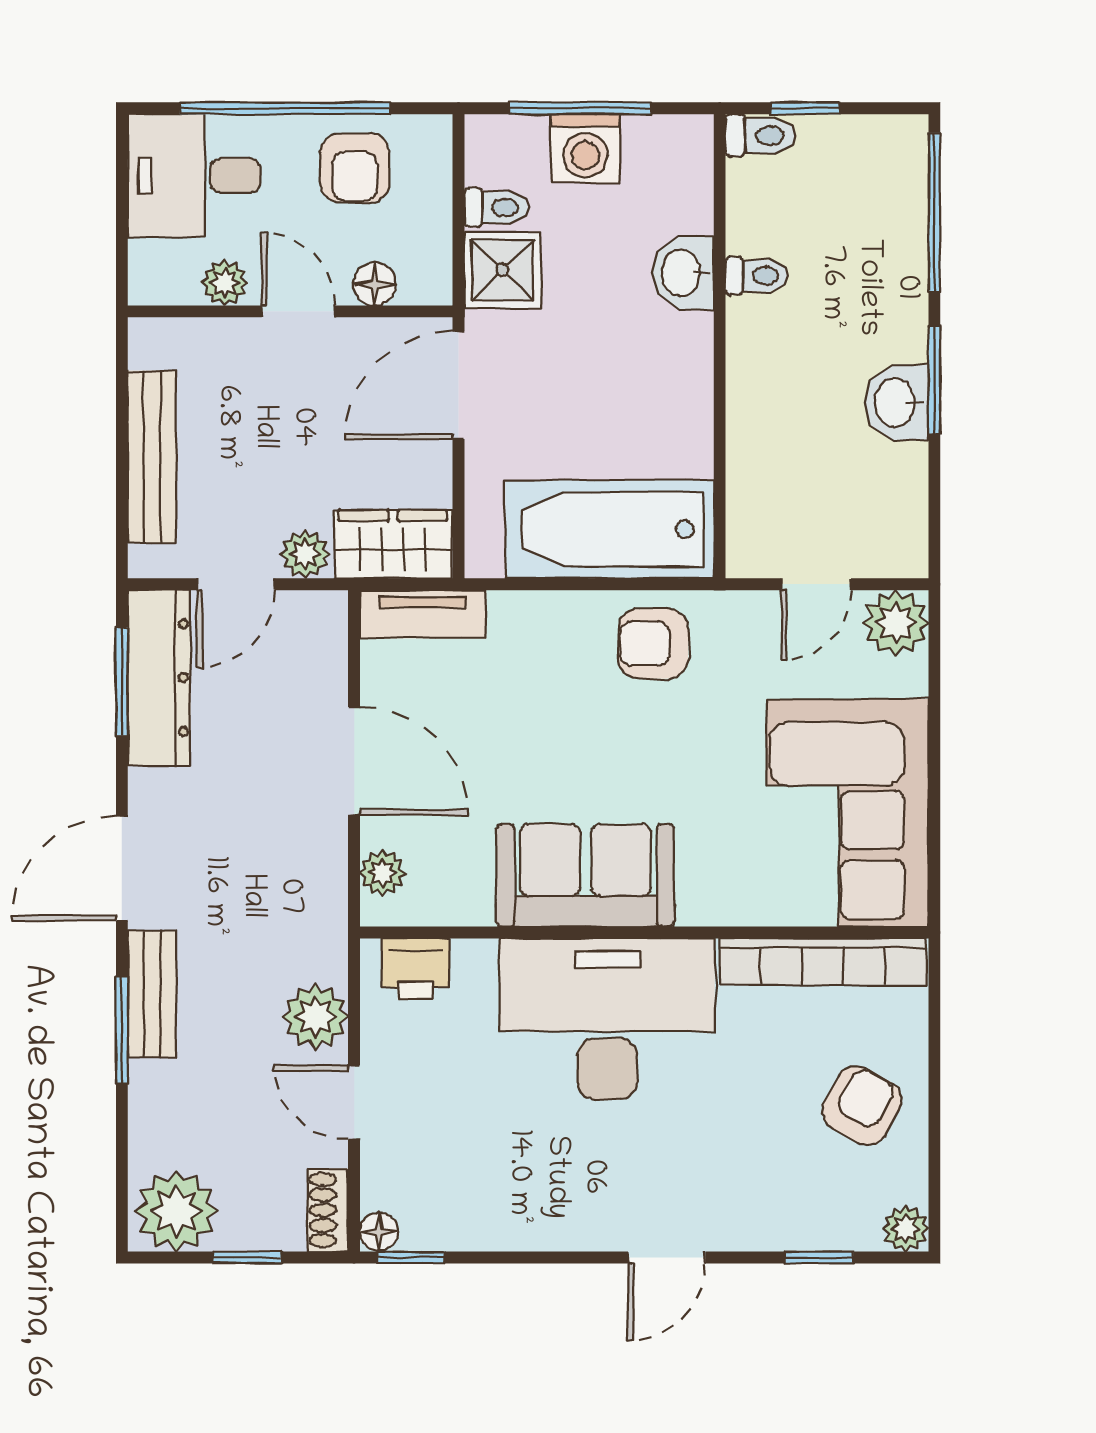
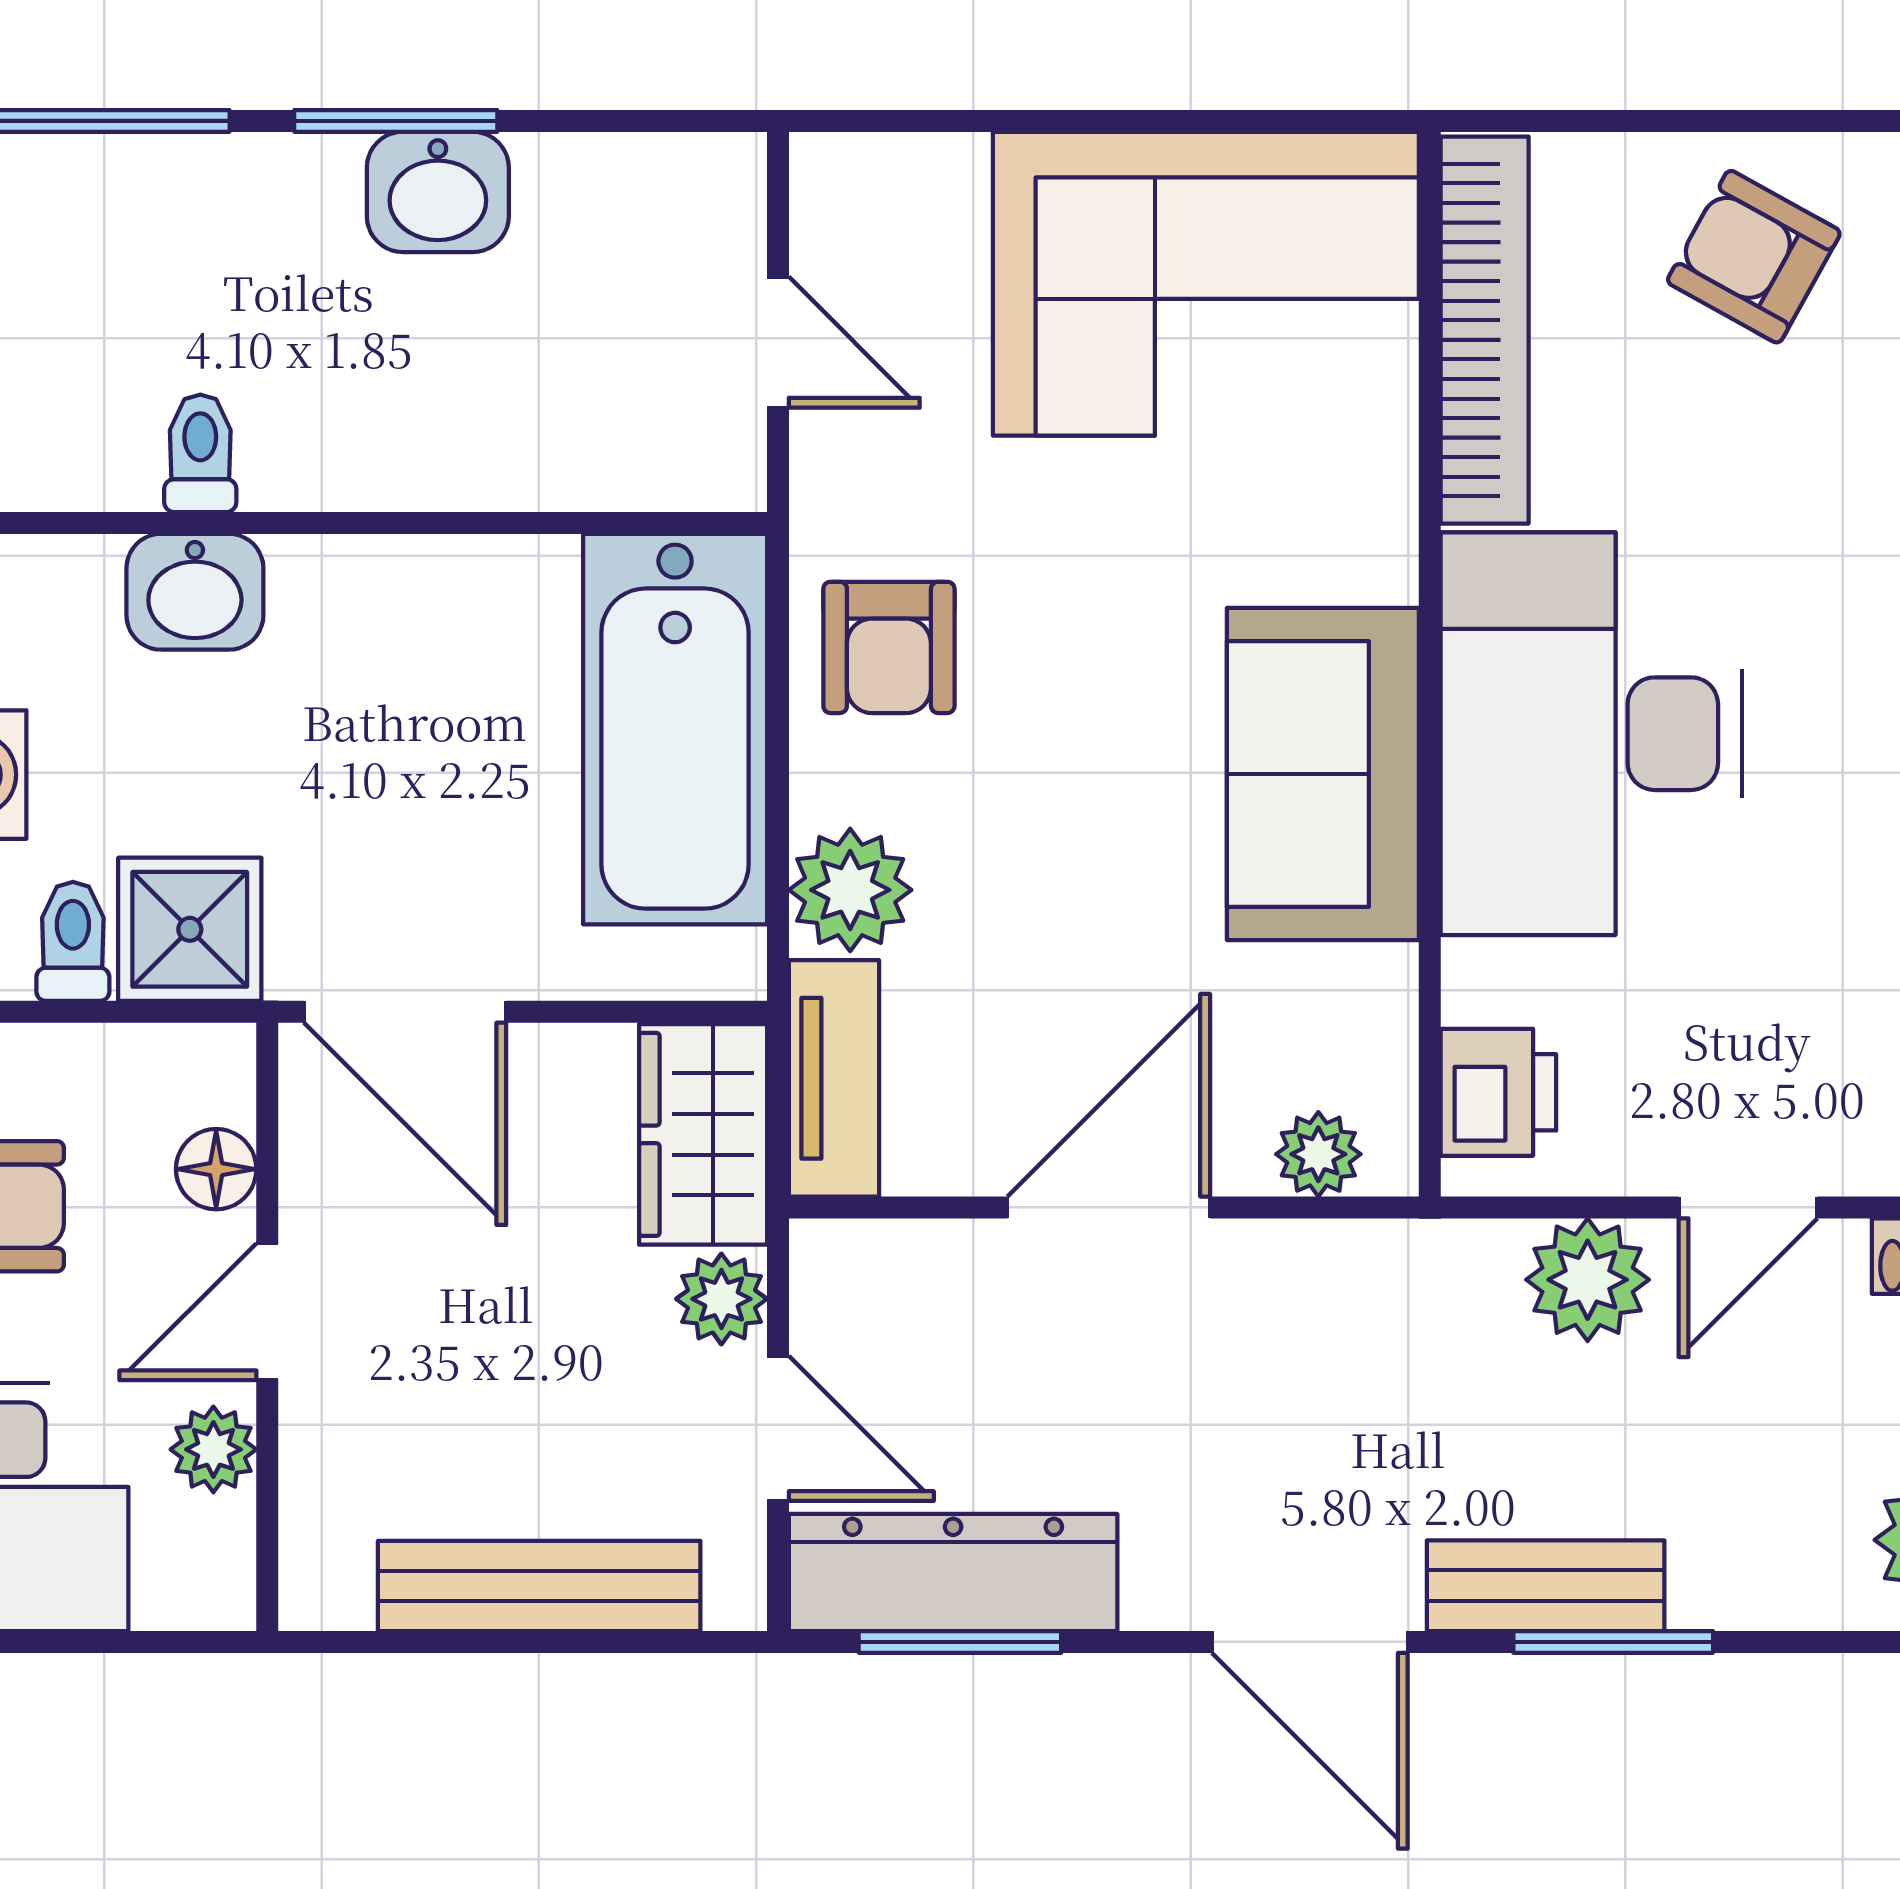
plant: (896, 623) -> (850, 890), moved

